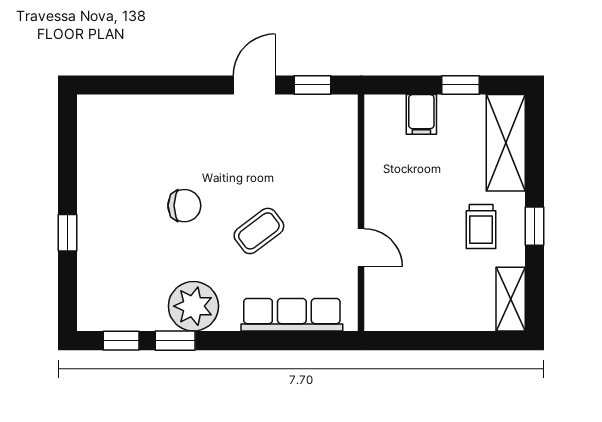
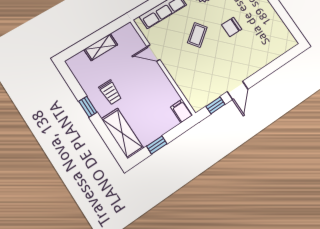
filing cabinet: (421, 114) -> (182, 111), moved
trolley: (481, 227) -> (110, 92), turned 180
shelving: (511, 299) -> (101, 47), moved, turned 90

